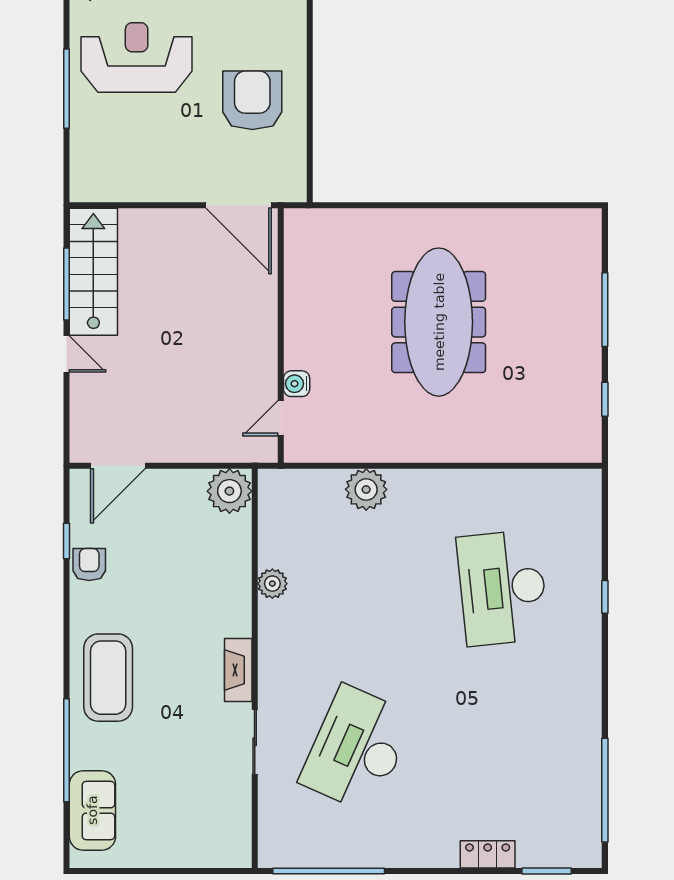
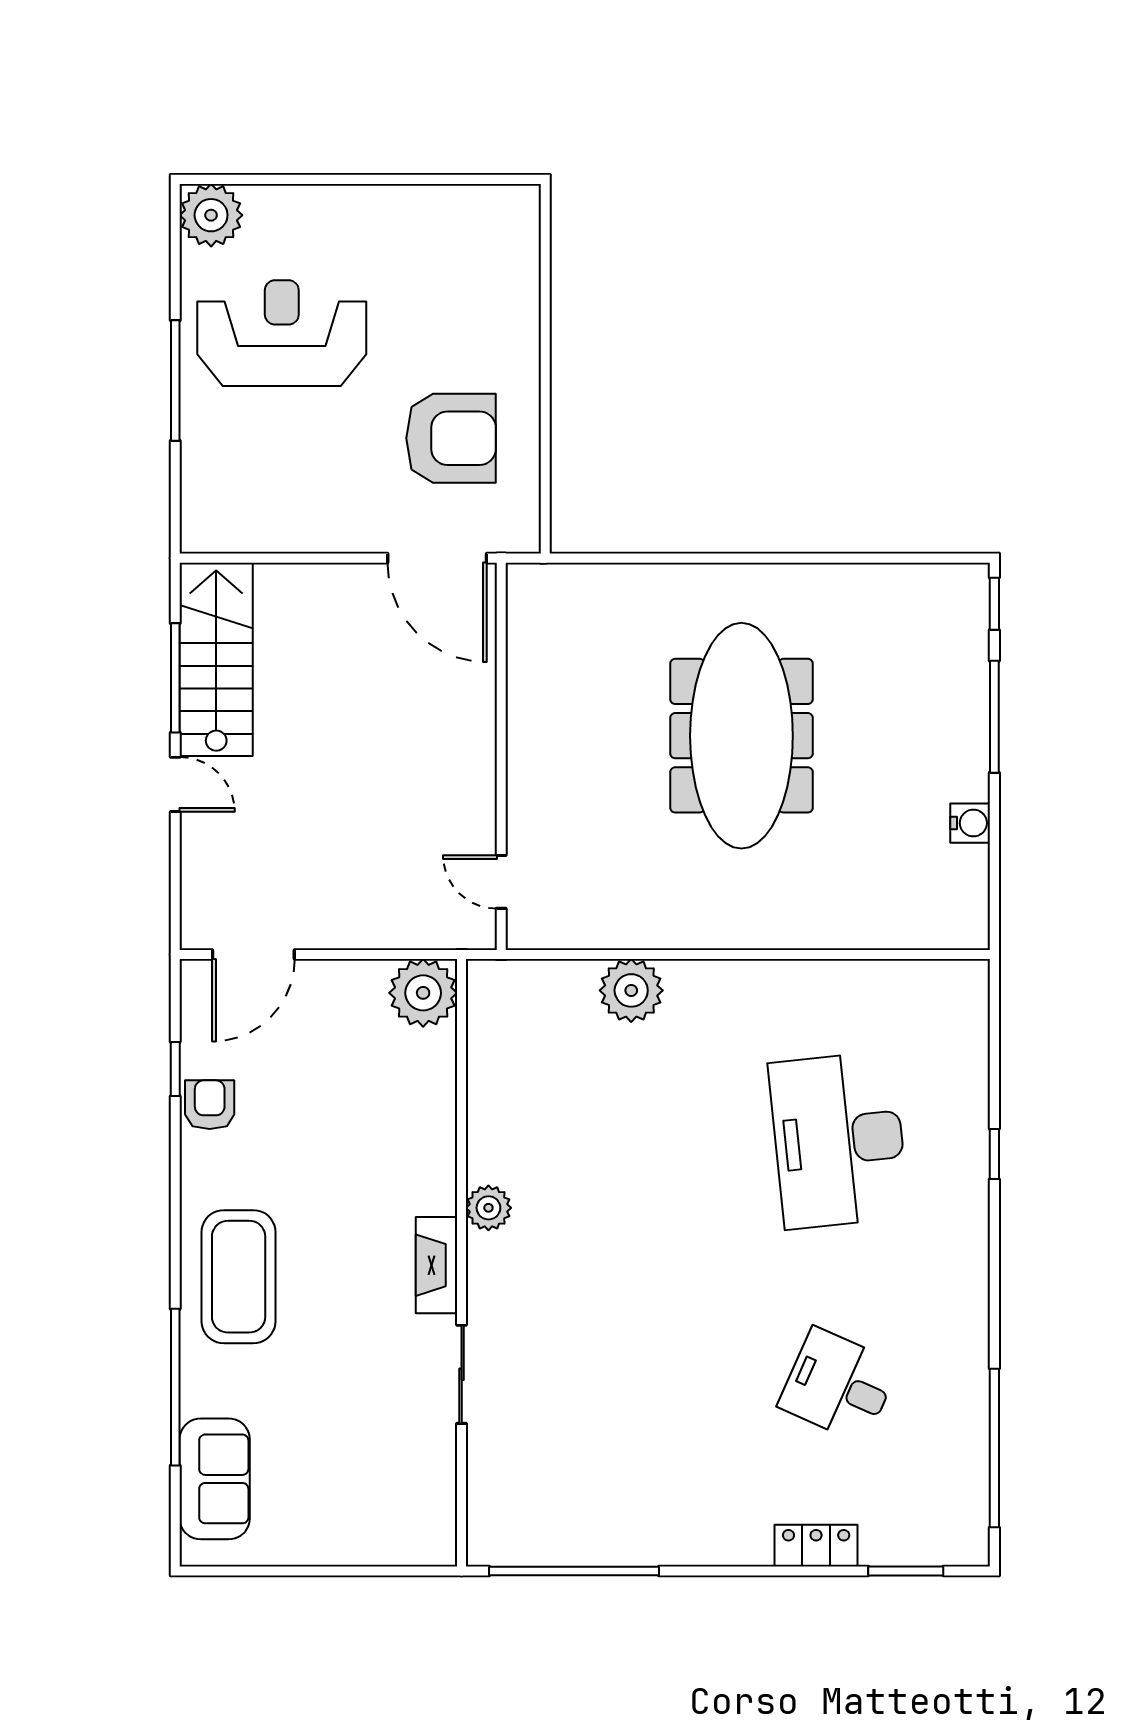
armchair: (252, 100) -> (451, 438), moved, turned 90
water cooler: (297, 384) -> (970, 823), moved, turned 180
window: (605, 399) -> (994, 604), moved
door: (281, 418) -> (501, 882), hinge flipped
plant: (272, 584) -> (488, 1208), moved
desk: (357, 749) -> (839, 1385), moved, width x0.53, depth x0.77

